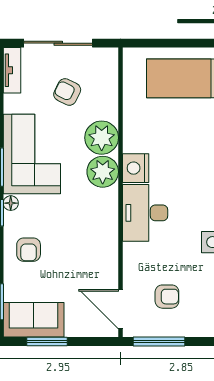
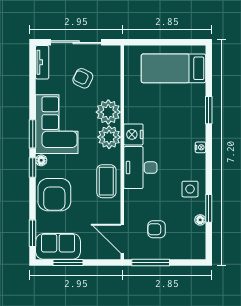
coffee table: (99, 231) -> (106, 181), added
armchair: (29, 250) -> (54, 195), width x1.88, depth x1.88
armchair: (167, 297) -> (156, 229), turned 180

